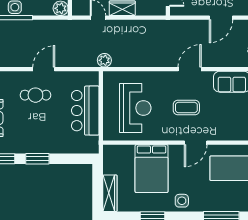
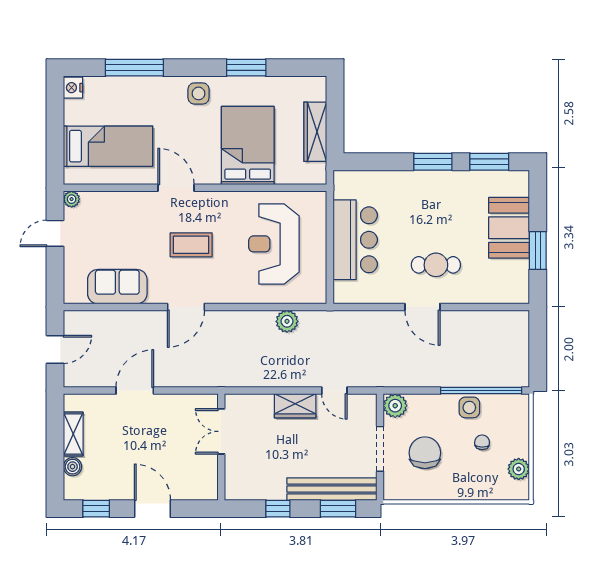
plant: (104, 60) -> (287, 321), moved
door: (44, 69) -> (422, 307), hinge flipped
door: (196, 143) -> (176, 188), hinge flipped
wardrobe: (110, 193) -> (315, 132), moved

